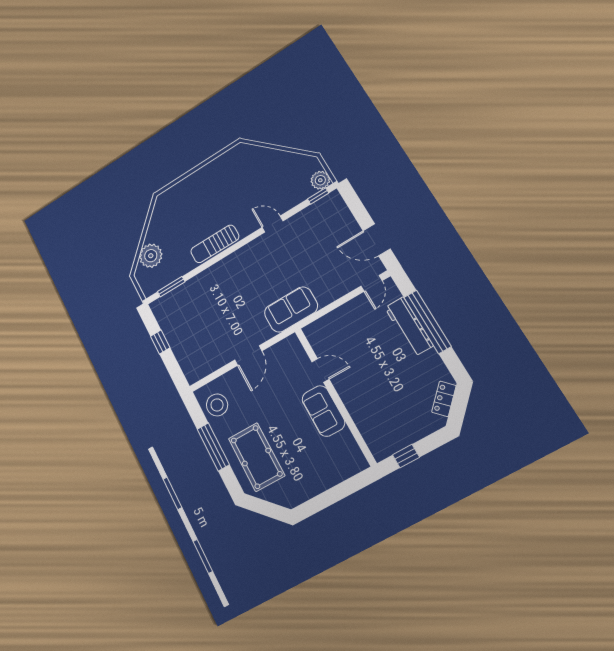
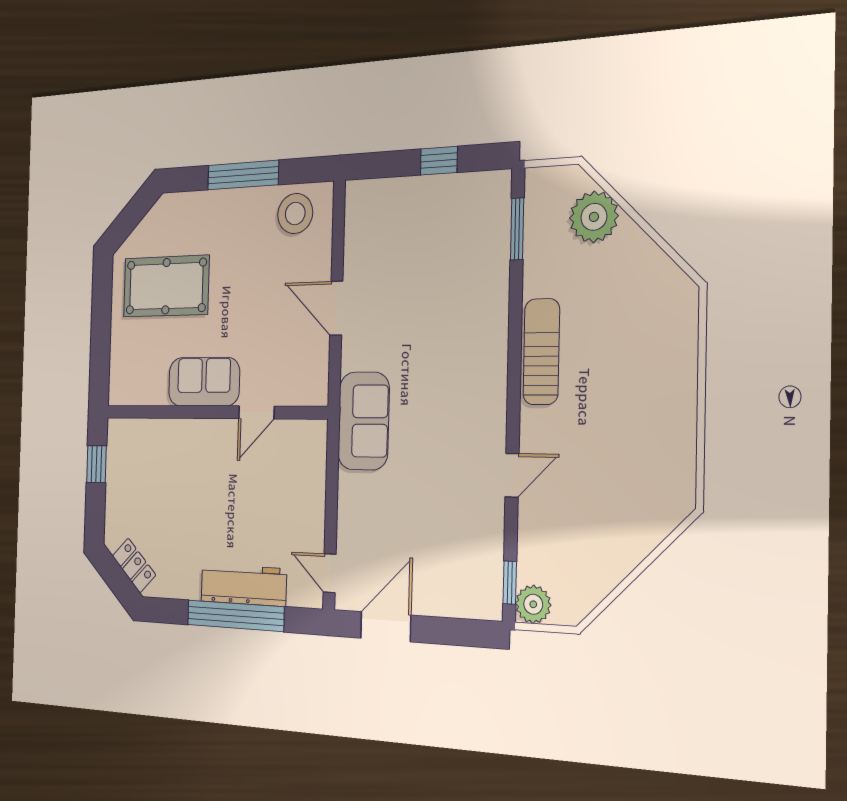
pool table: (257, 457) -> (166, 286), moved

